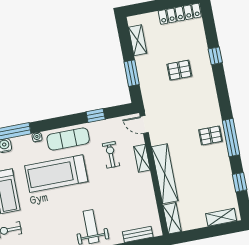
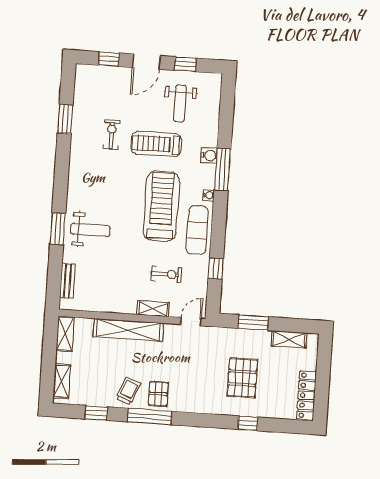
pallet: (179, 70) -> (242, 378), width x1.50, depth x1.42
trolley: (215, 161) -> (128, 391), added
shelving: (172, 218) -> (65, 334), moved, turned 90

